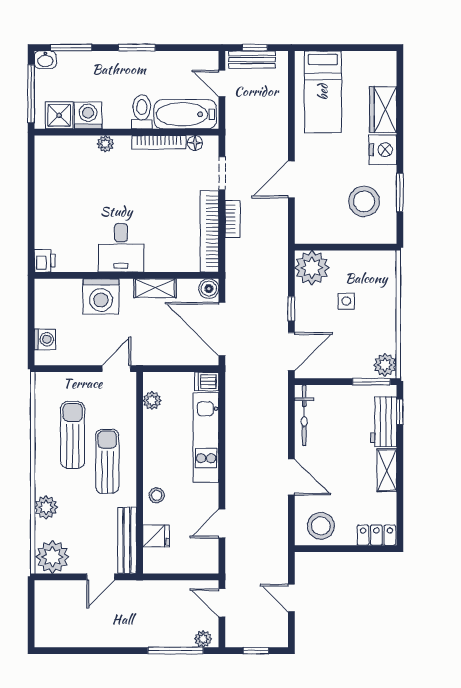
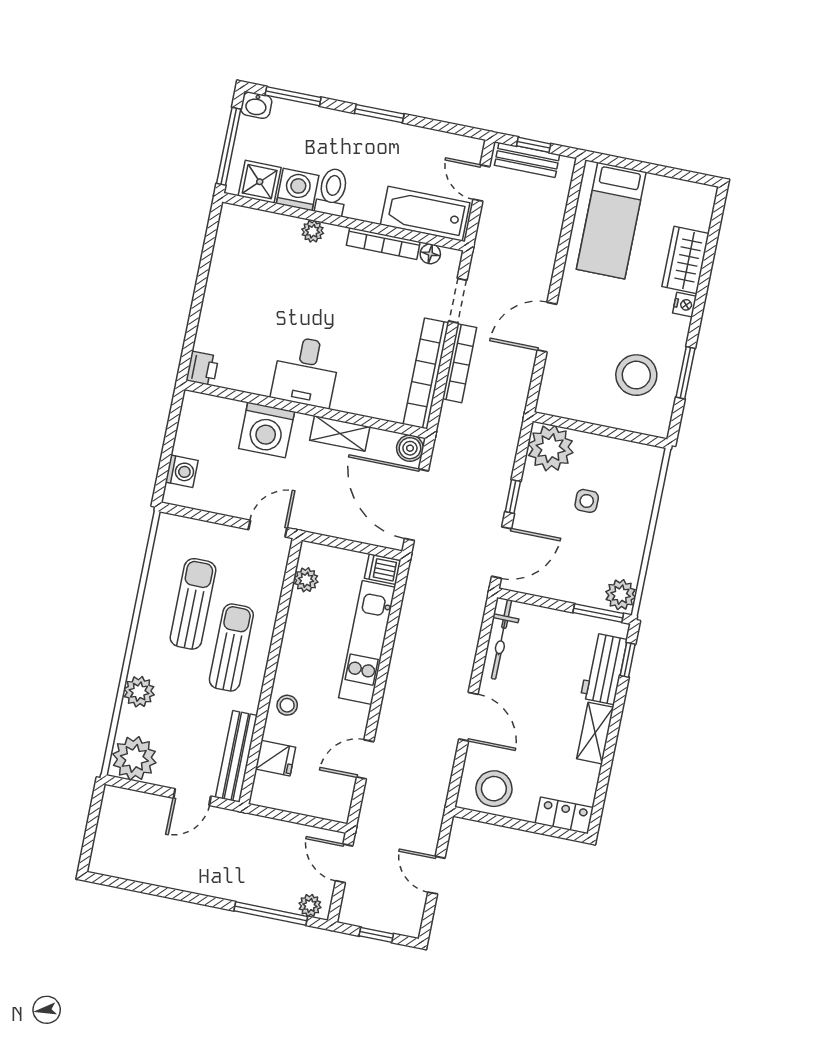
toilet: (142, 112) -> (332, 192), moved
nightstand: (383, 150) -> (685, 305), width x0.53, depth x0.56
bookcase: (233, 219) -> (460, 363), width x1.56

